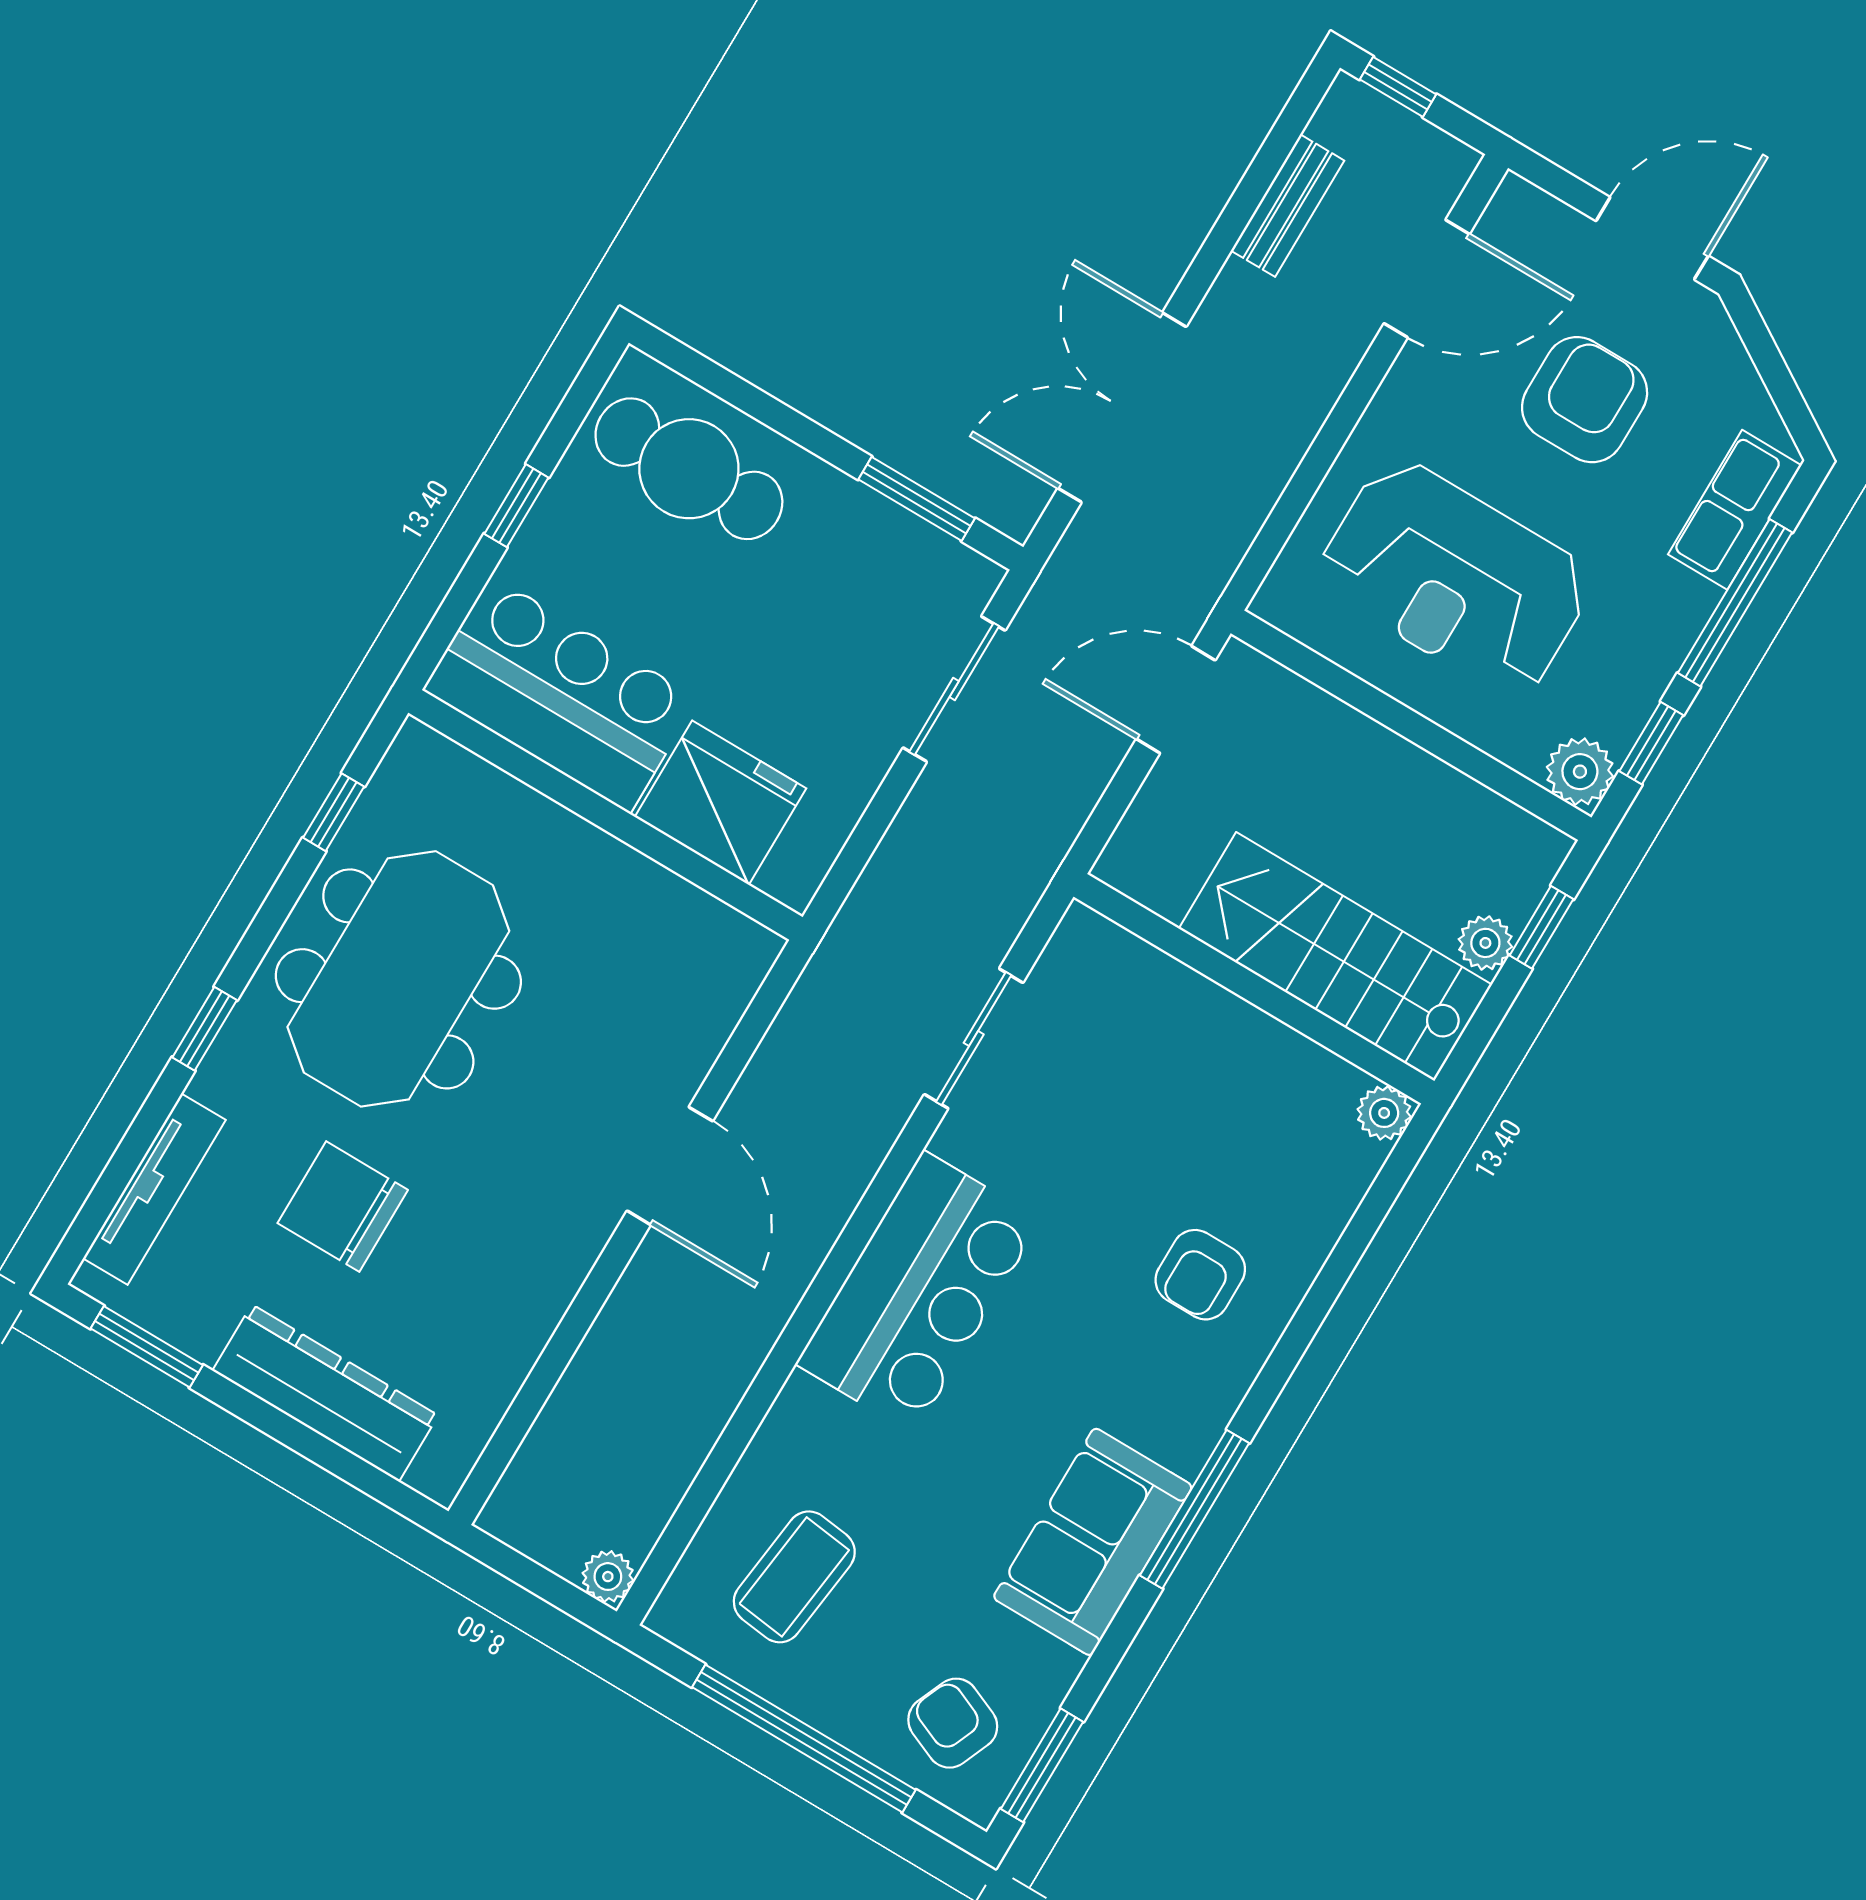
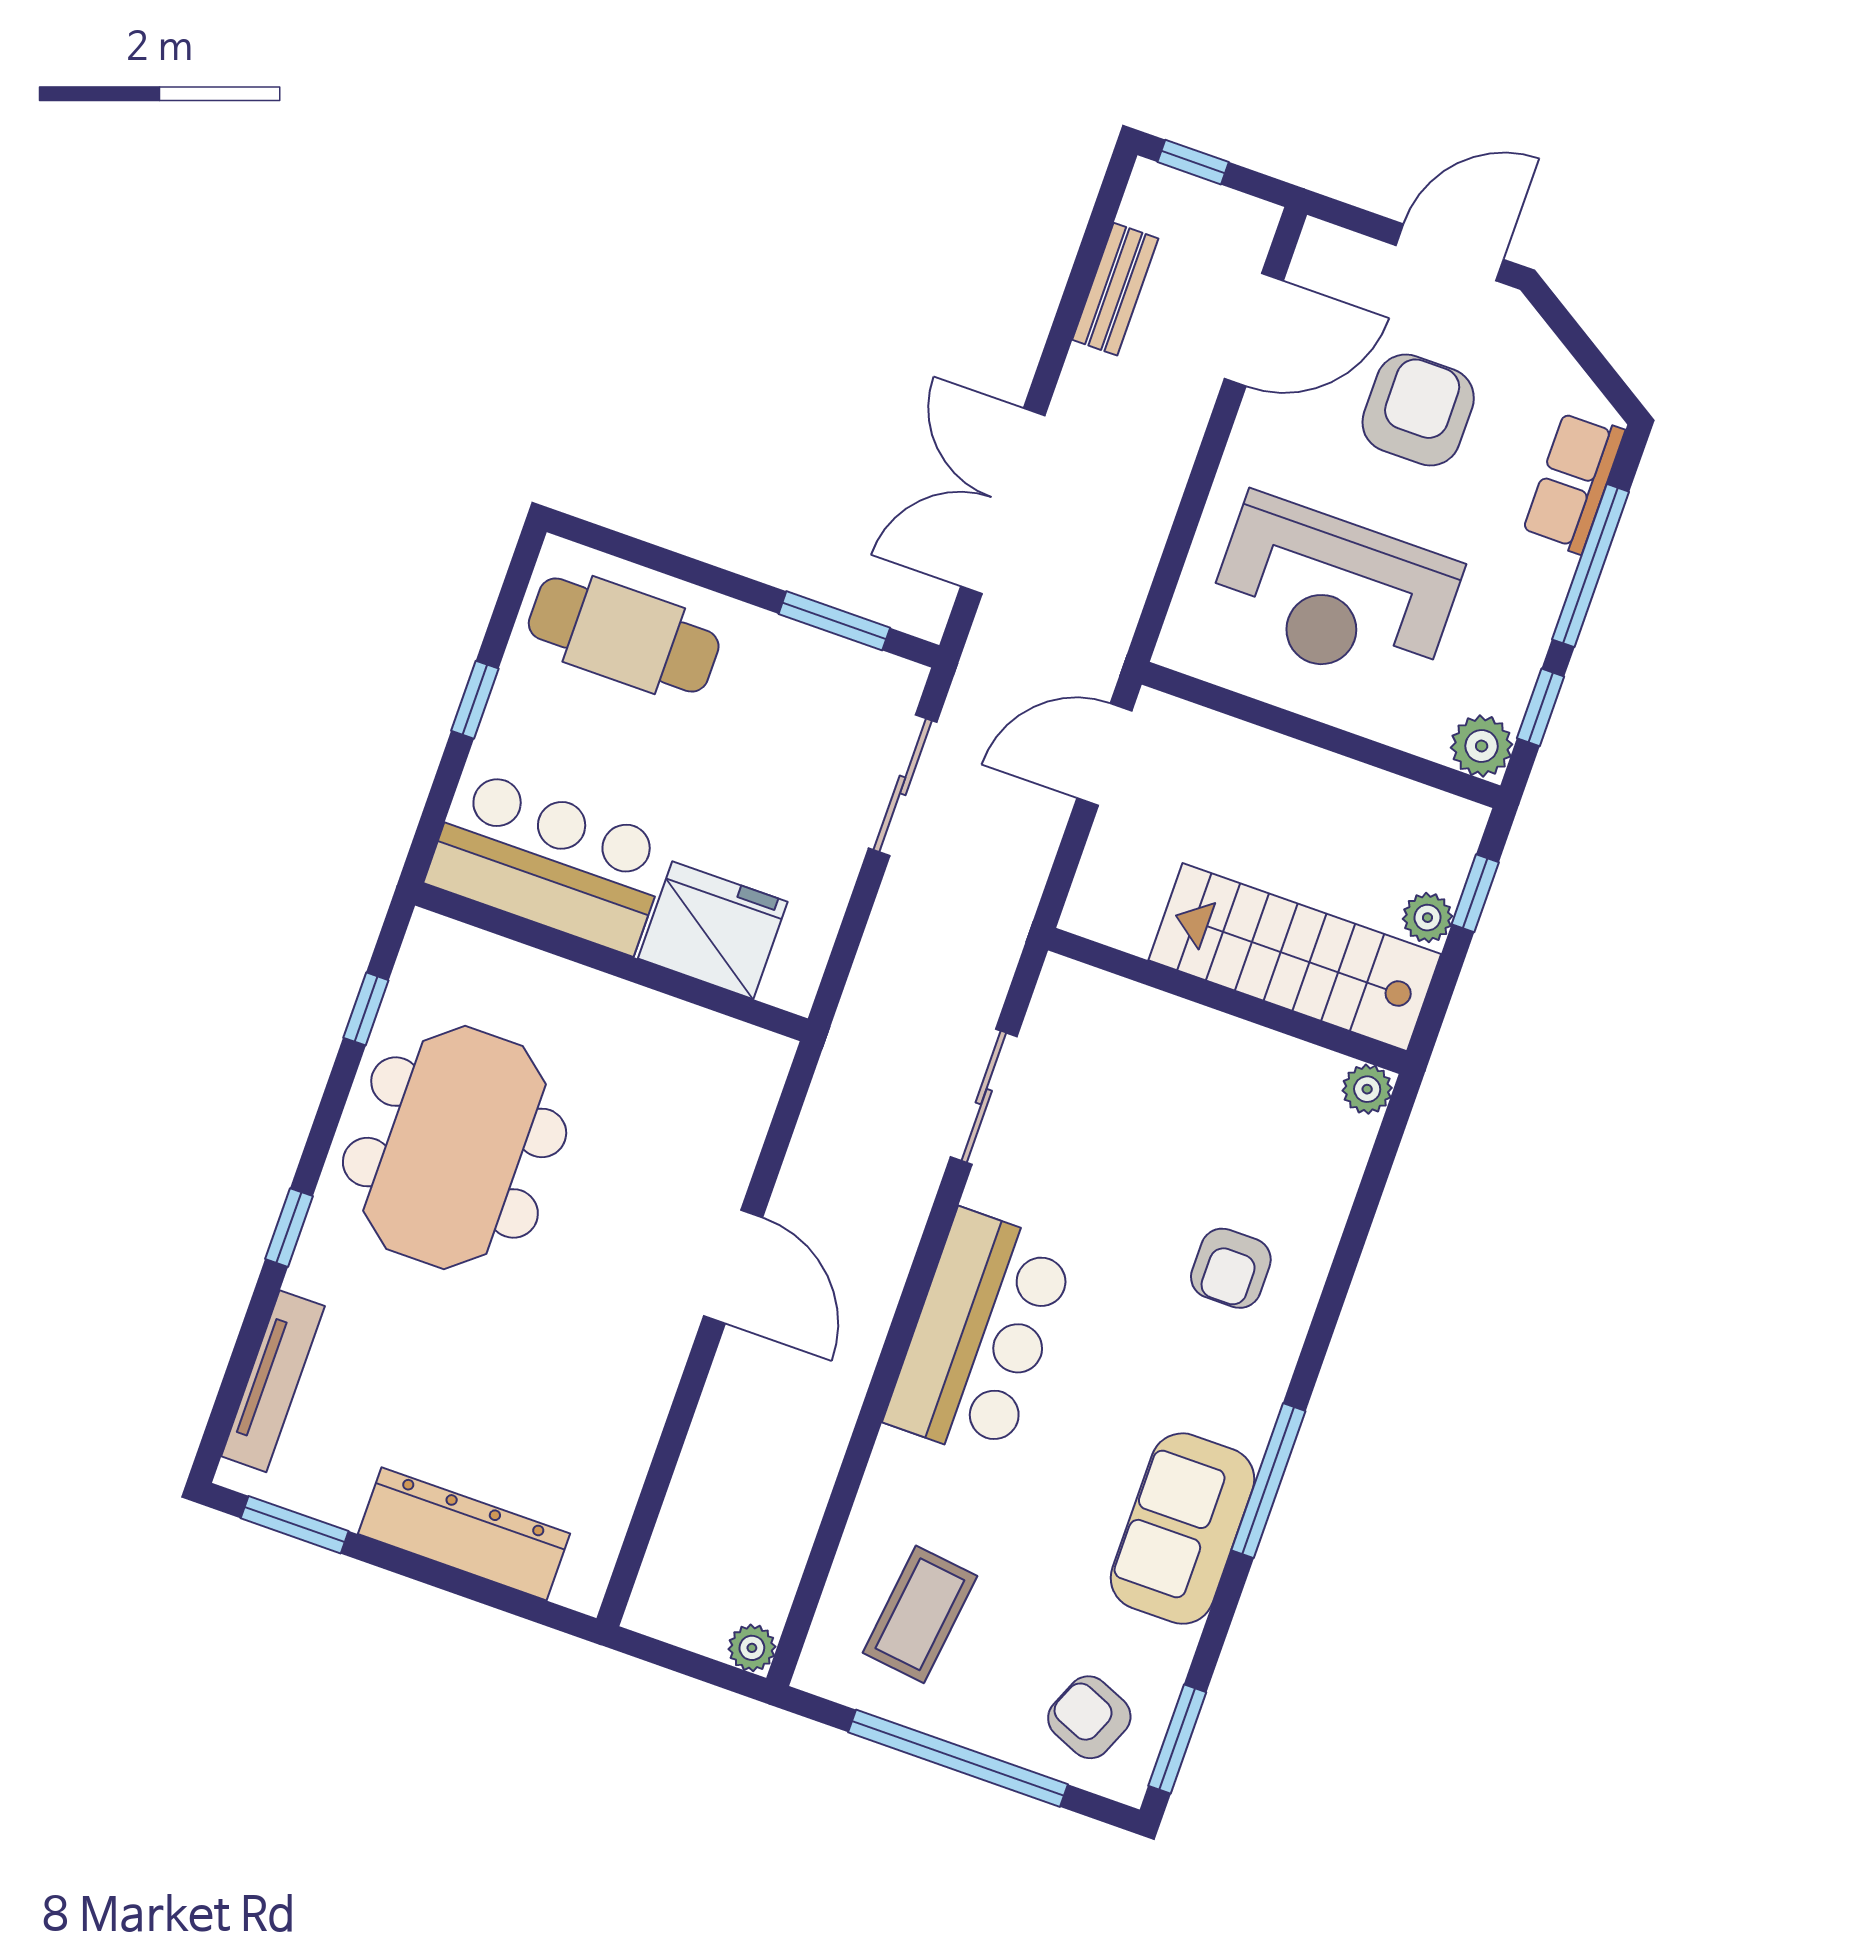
chair: (343, 1207) -> (446, 1363), removed

